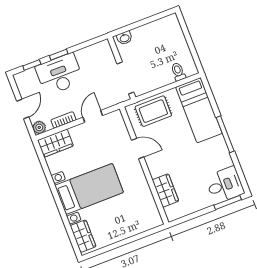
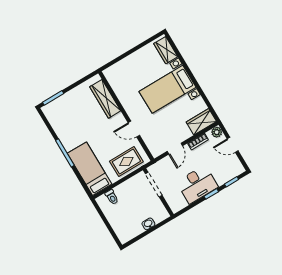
washbasin: (124, 38) -> (148, 224), moved
desk: (59, 74) -> (197, 184), moved
door: (23, 109) -> (233, 145), hinge flipped
desk: (225, 185) -> (58, 112), removed
wardrobe: (165, 190) -> (105, 99), width x1.50

